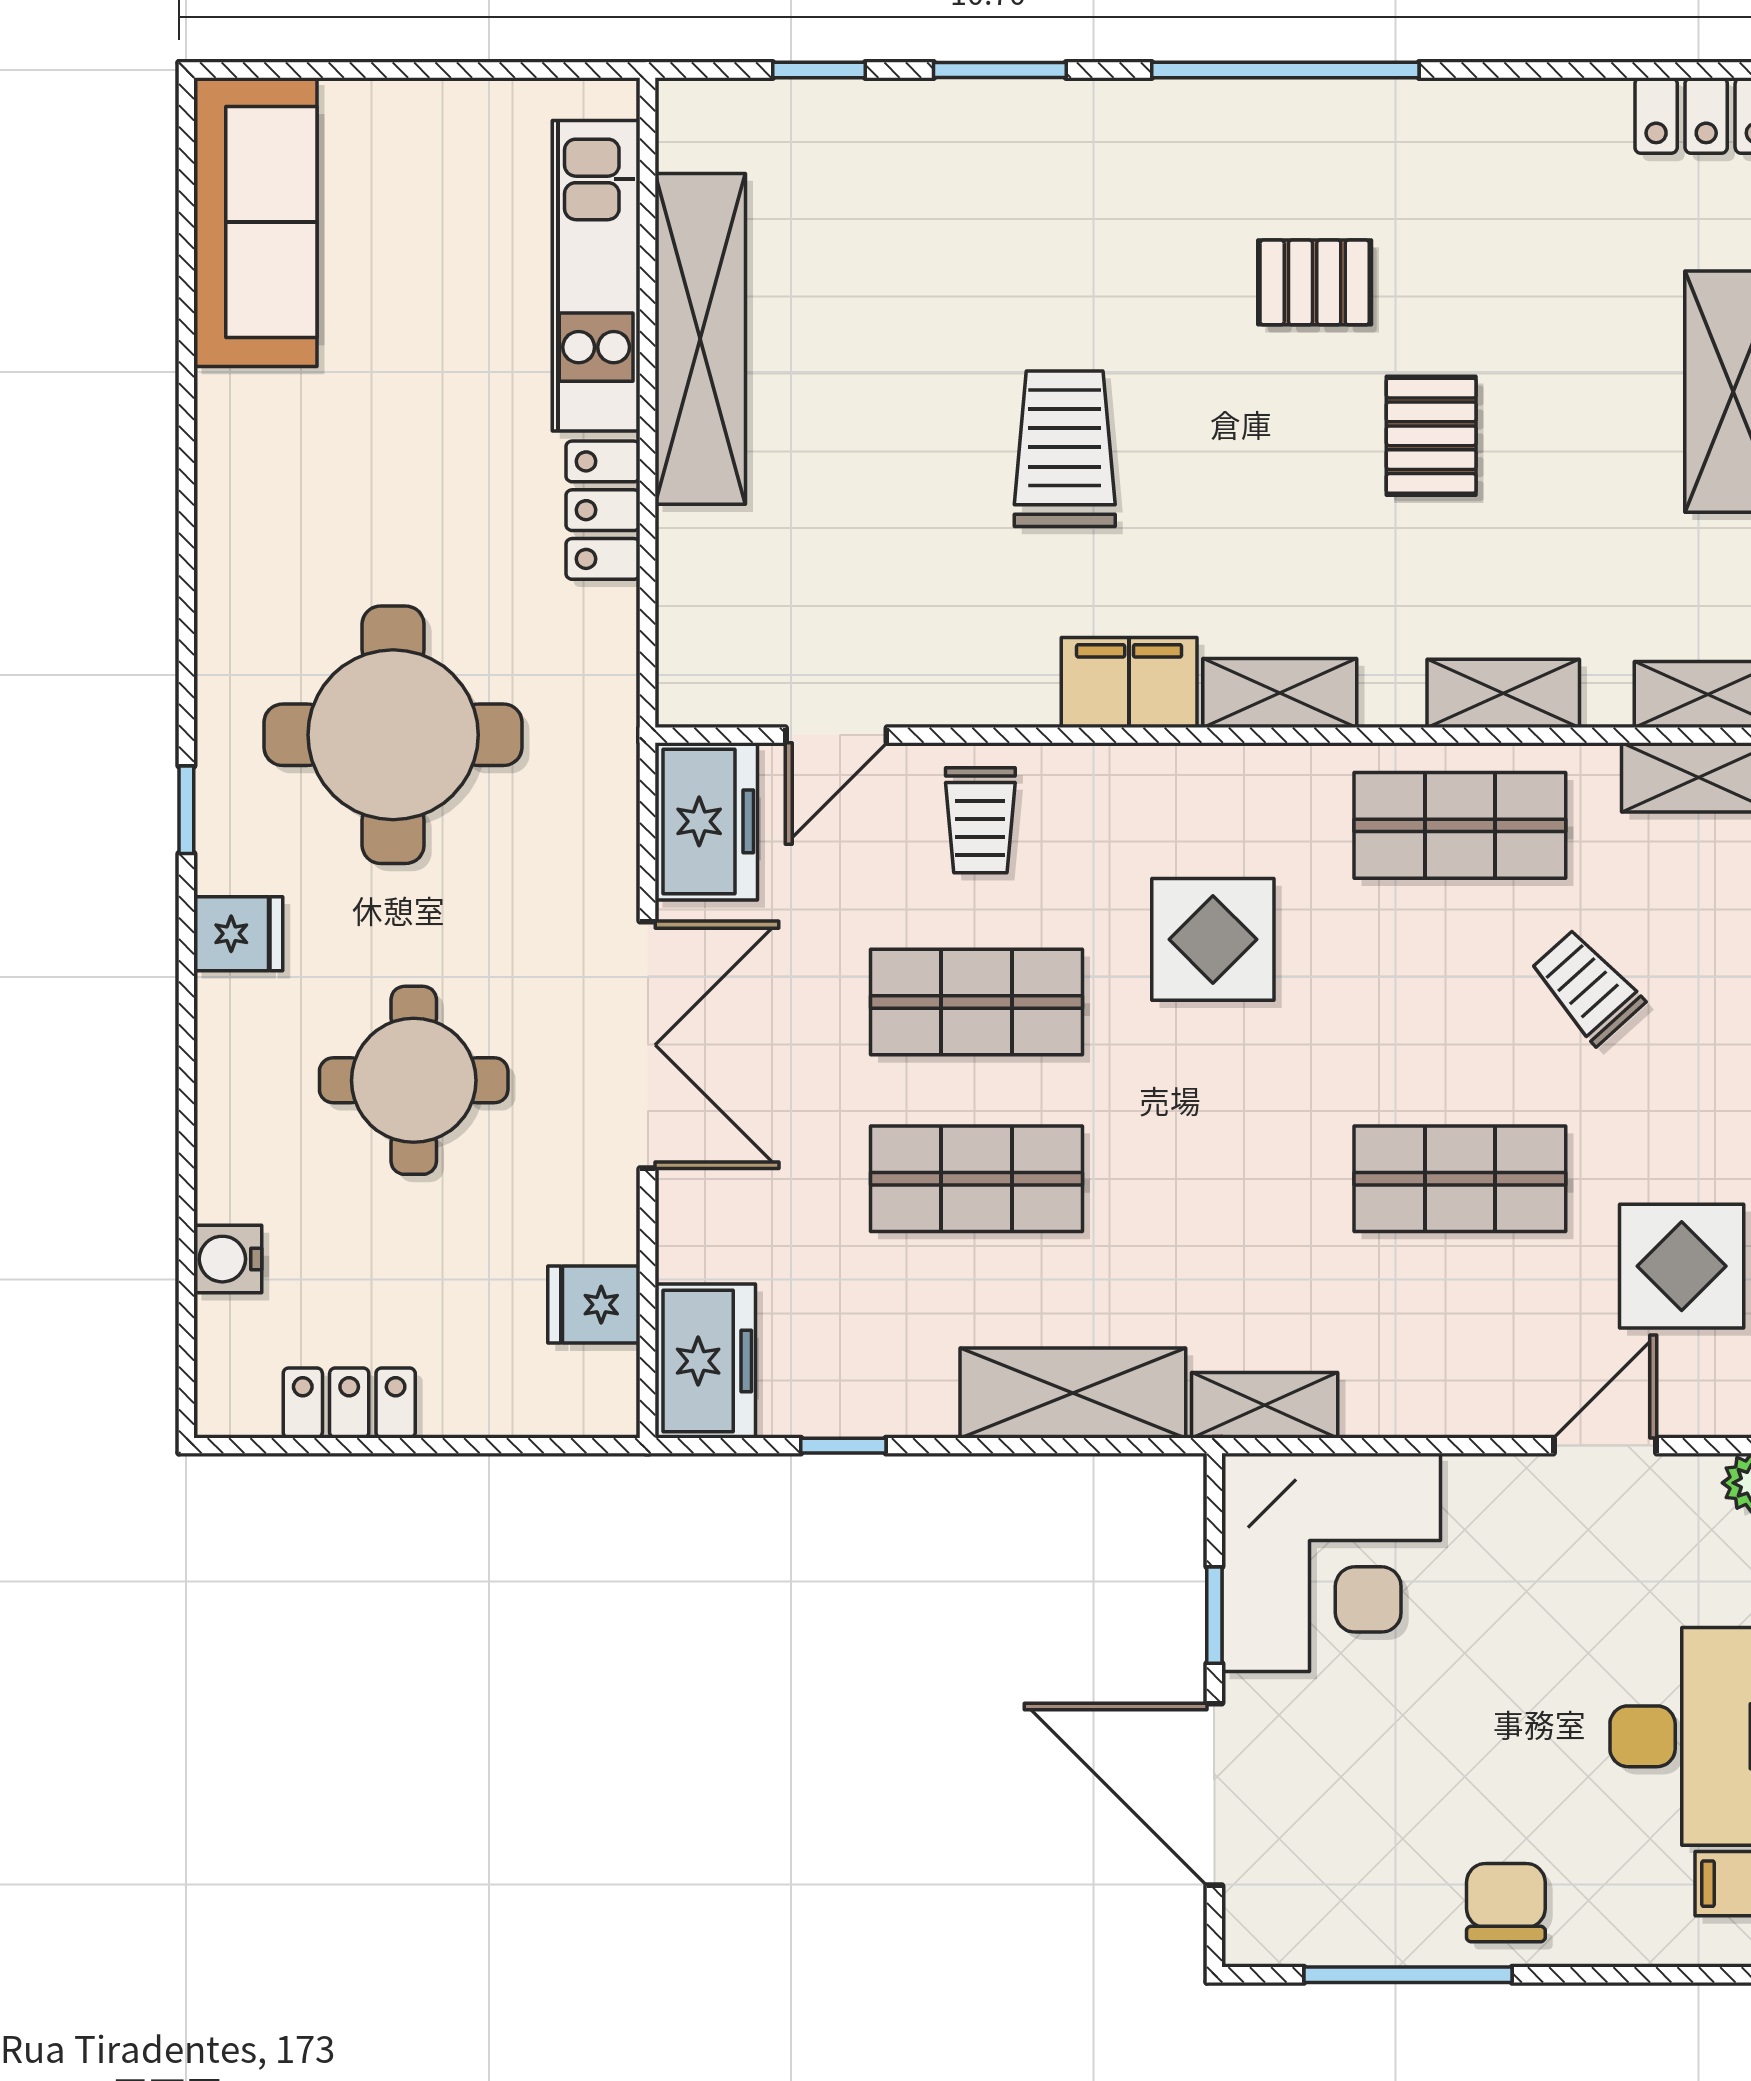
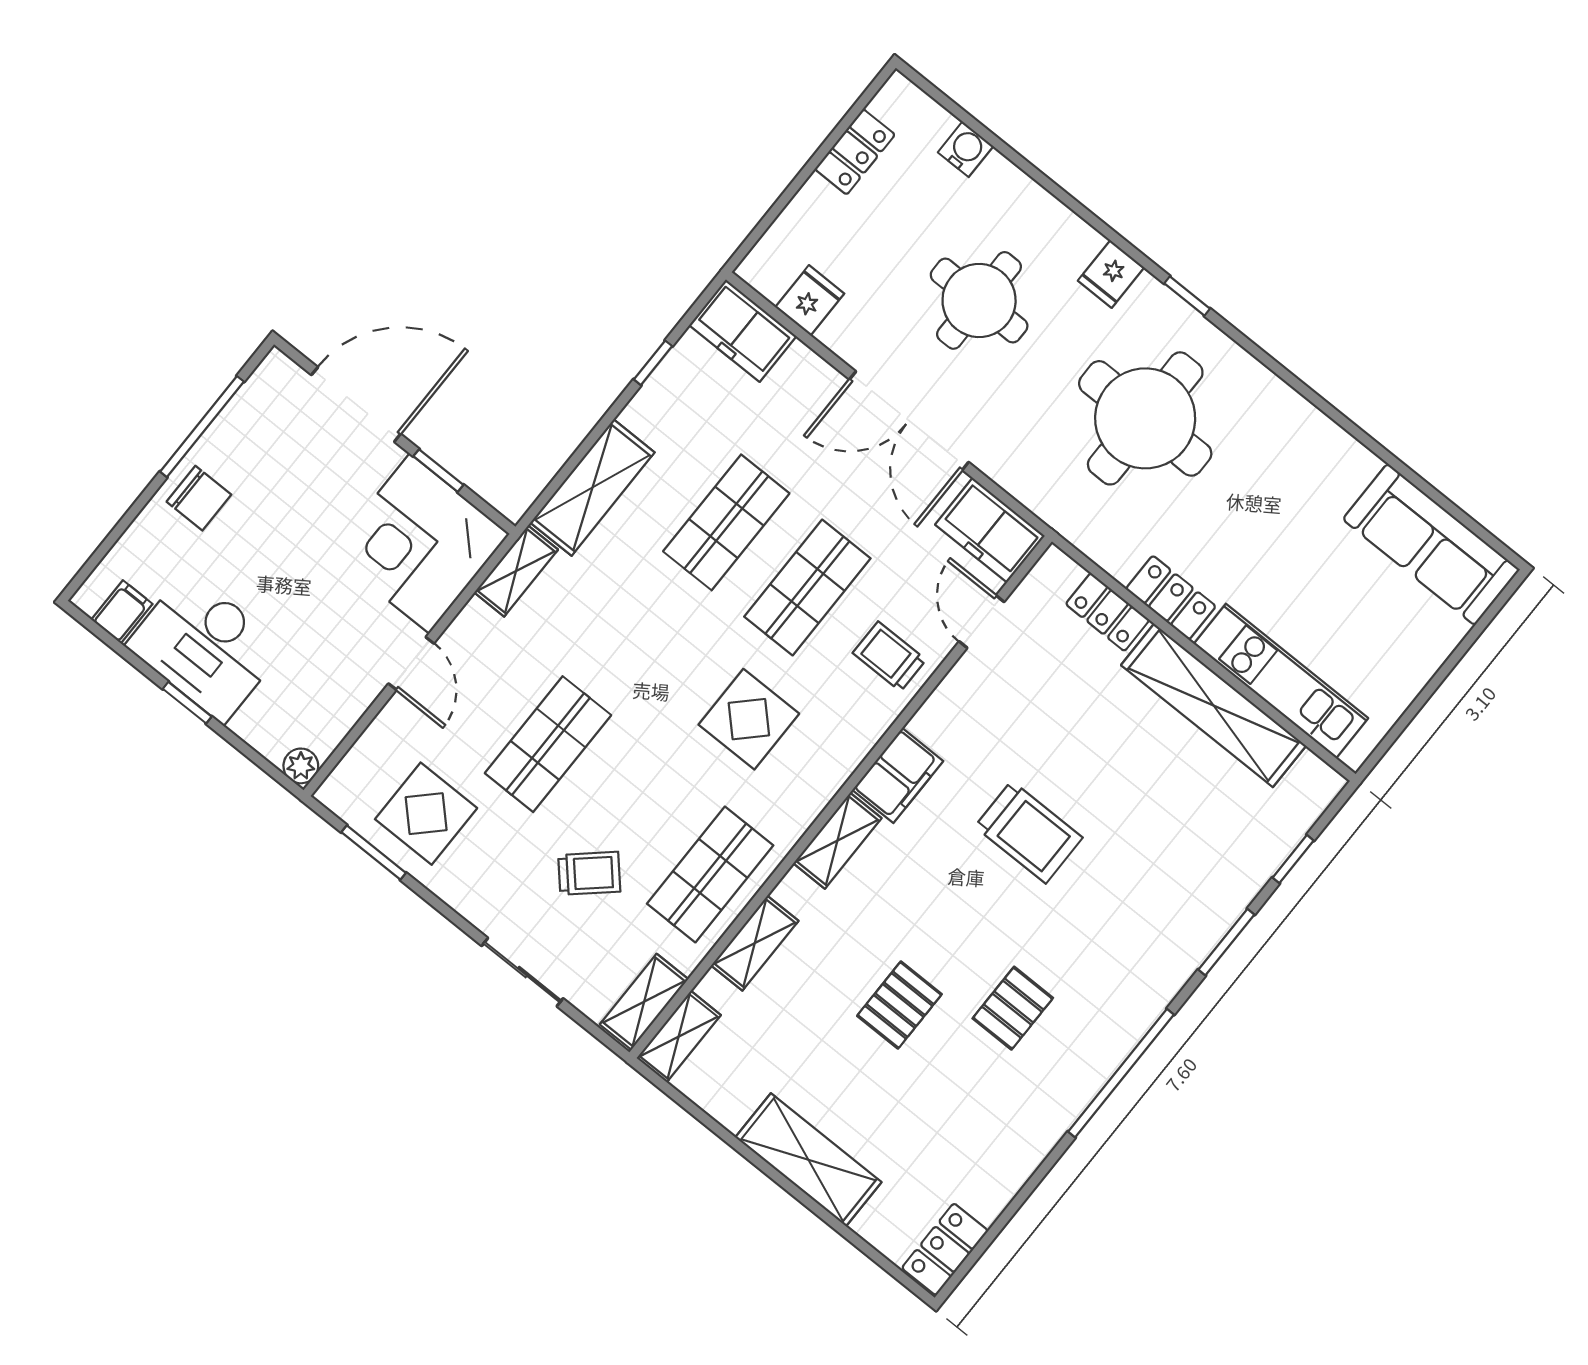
pallet: (1431, 436) -> (899, 1005), turned 90
locker: (689, 579) -> (1108, 612), added
door: (1605, 1446) -> (411, 664), moved

